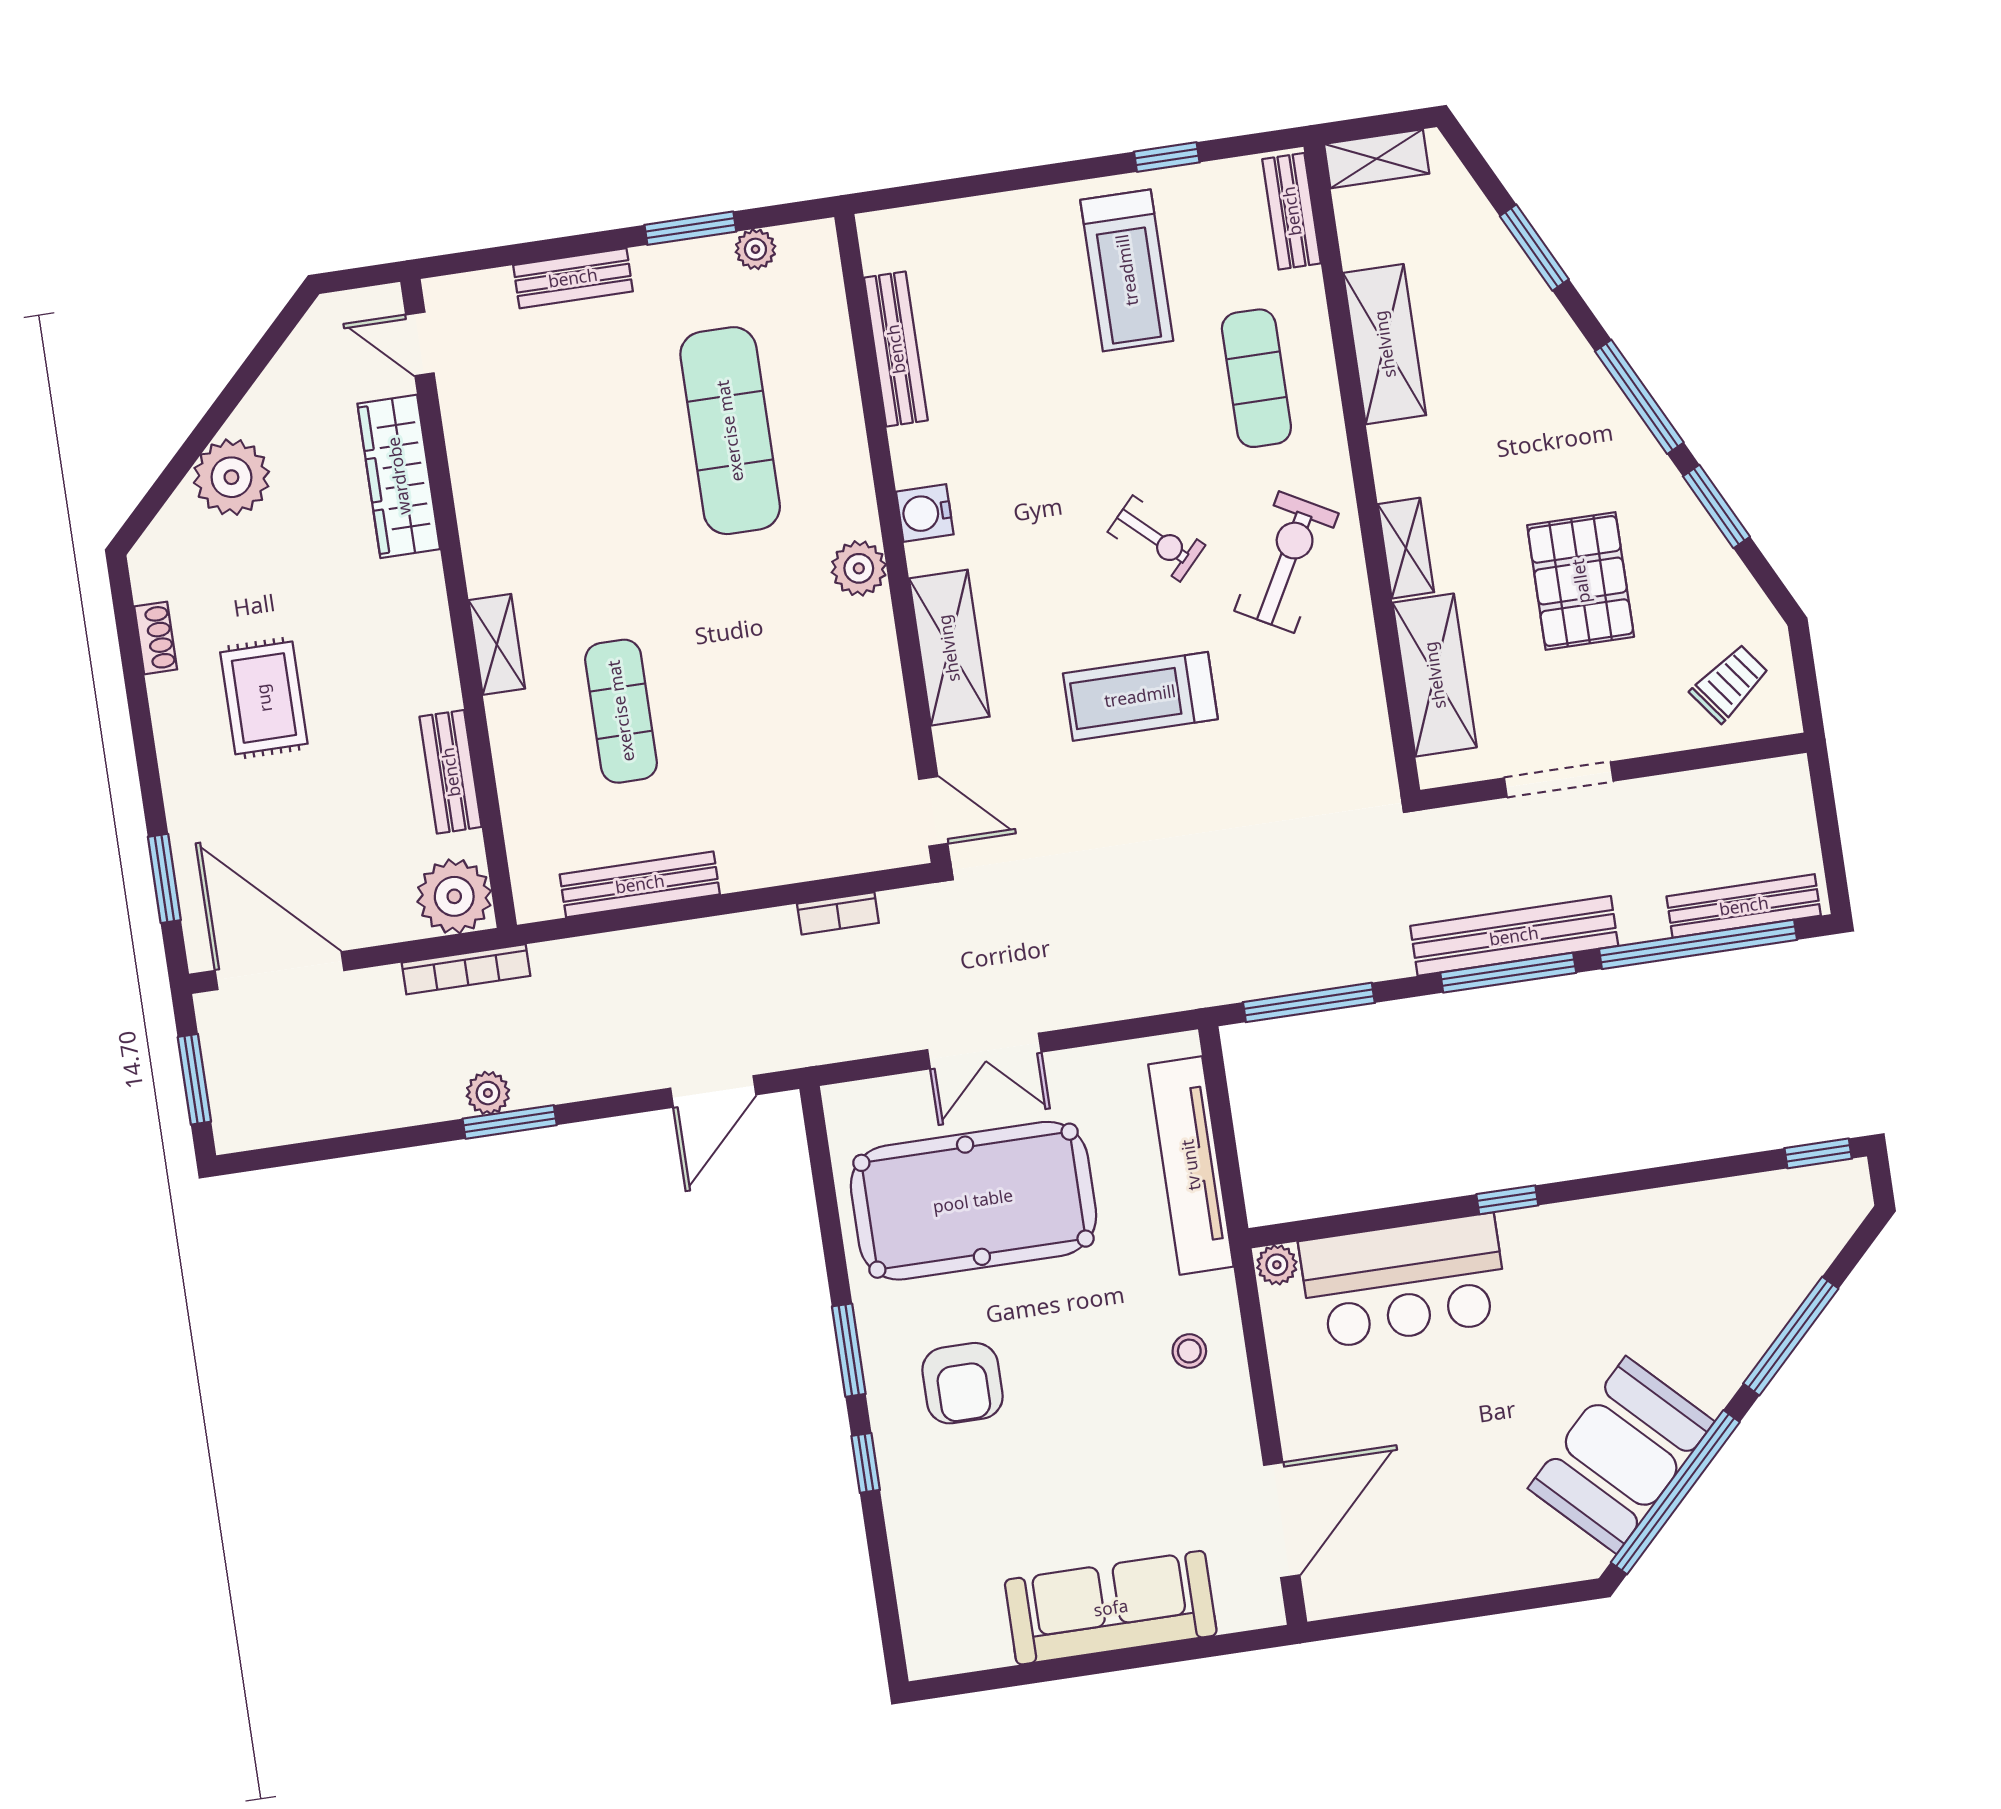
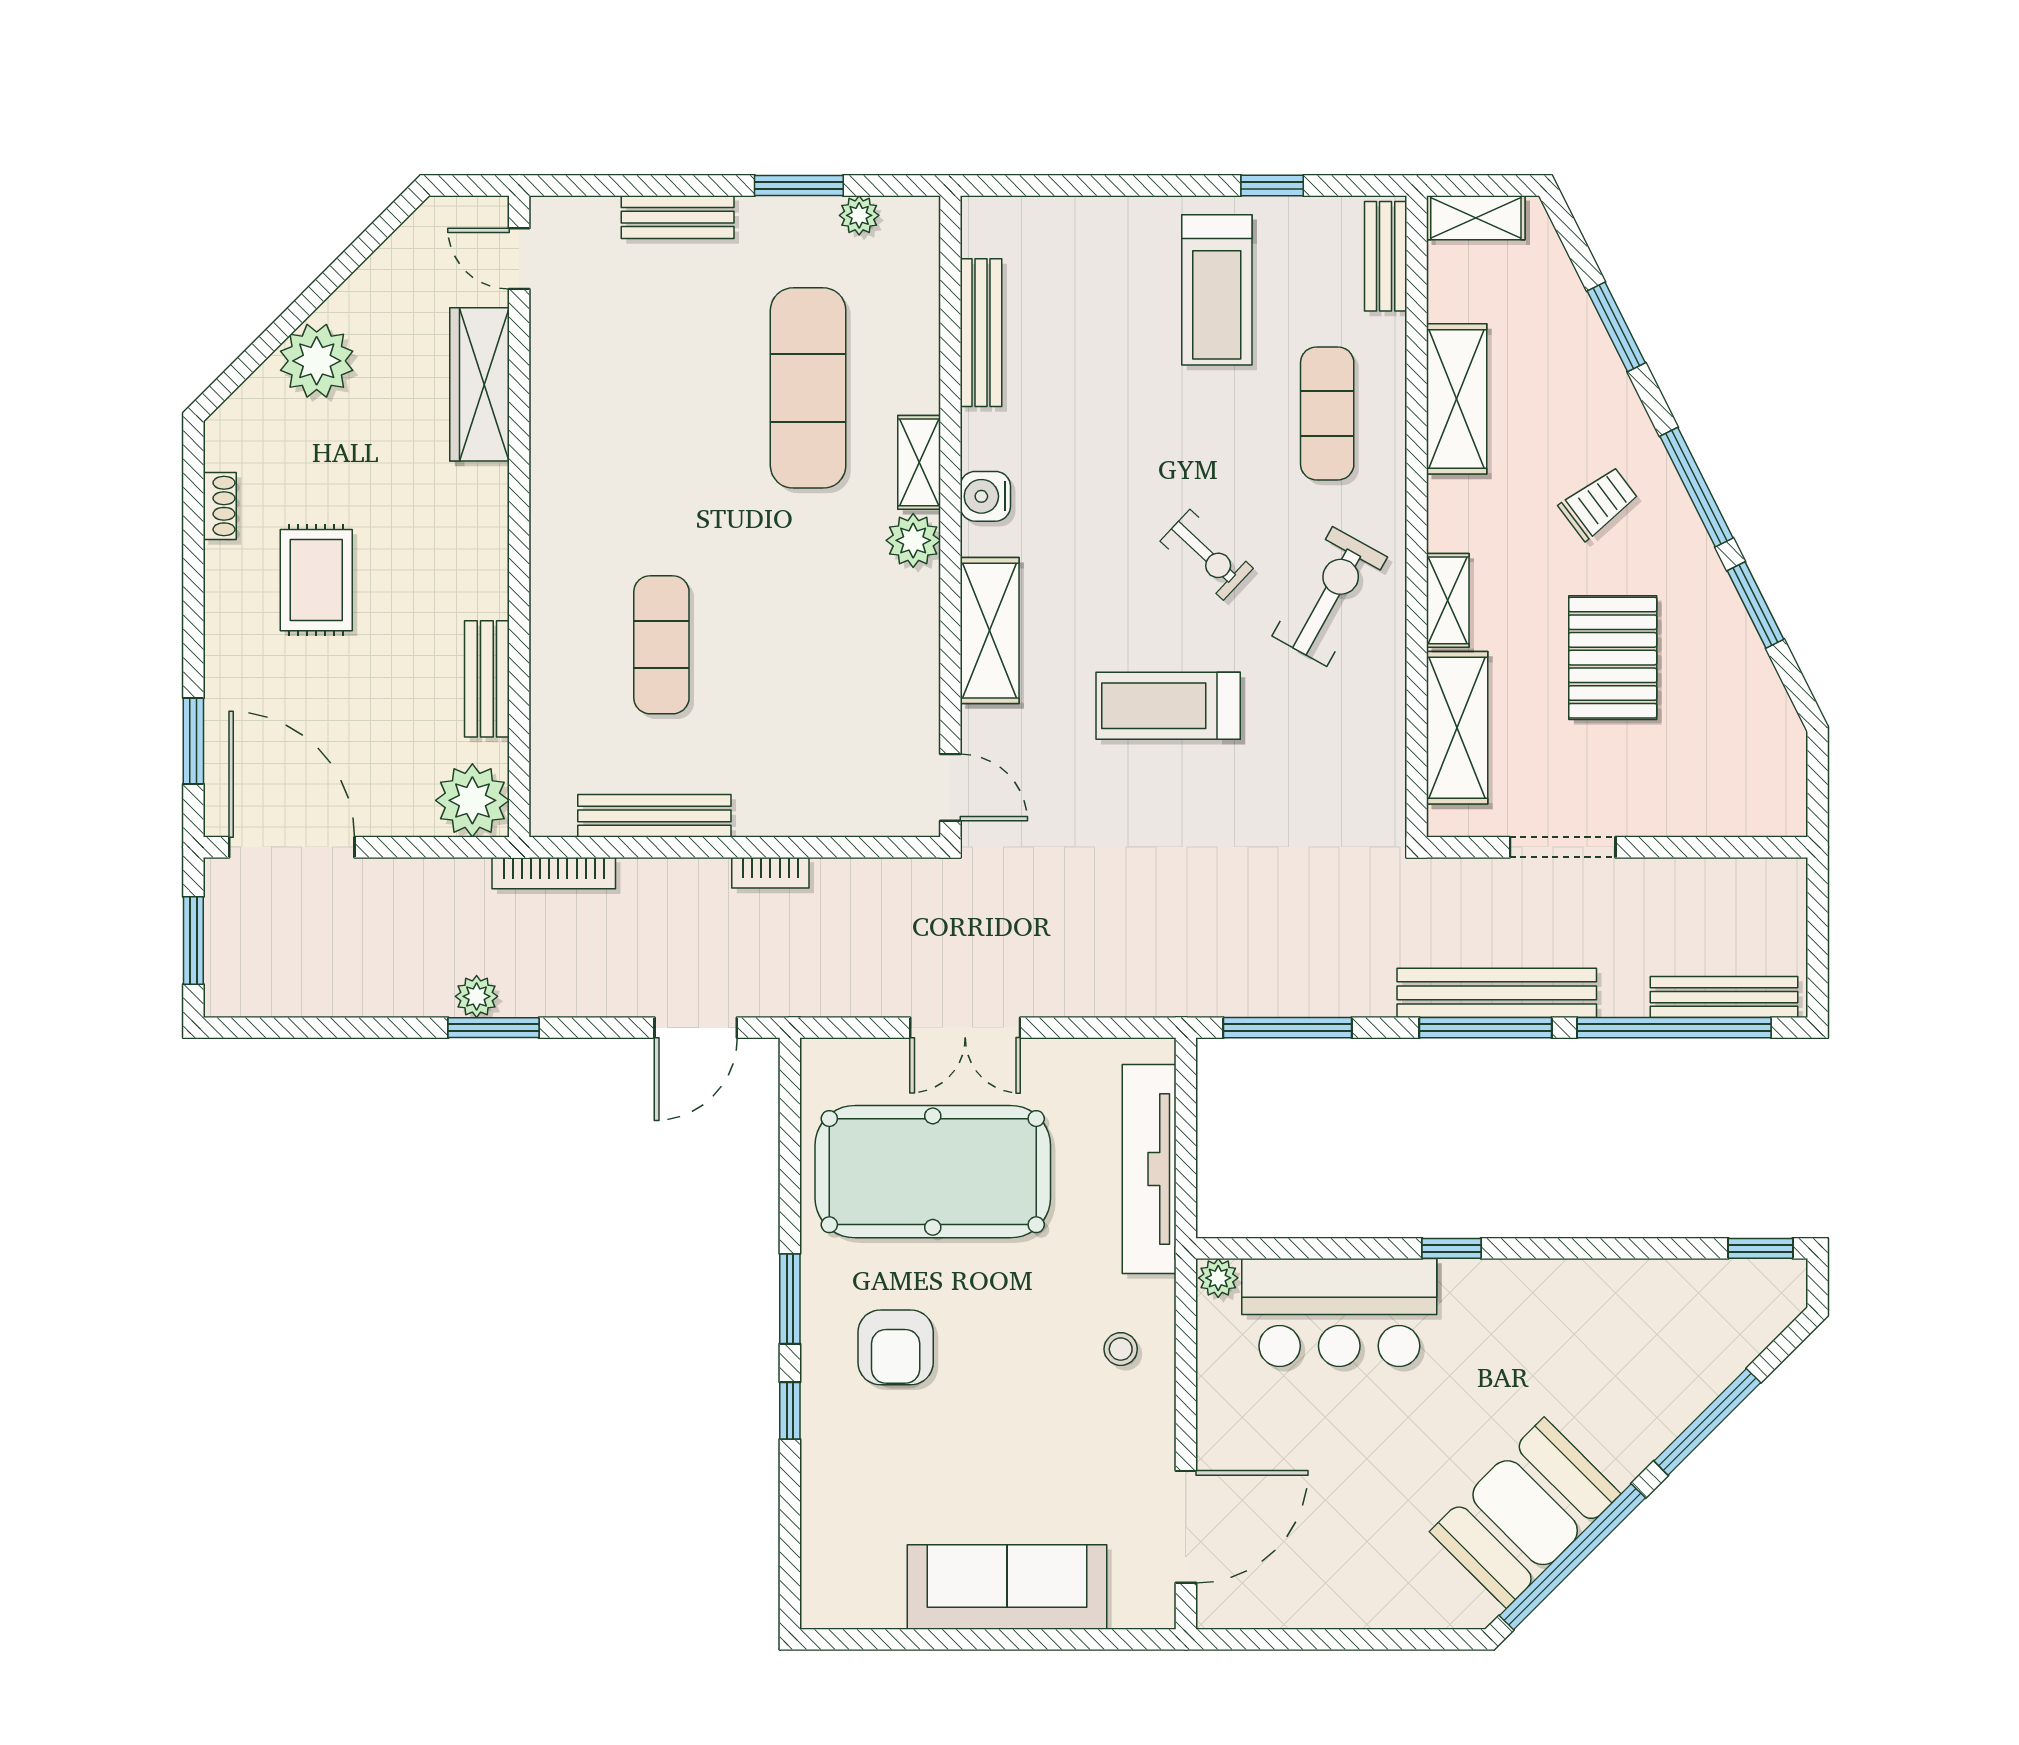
shelving: (497, 644) -> (919, 462), moved
trolley: (1730, 683) -> (1599, 503), moved
bookcase: (838, 913) -> (770, 873), moved
bookcase: (466, 969) -> (554, 873), moved

